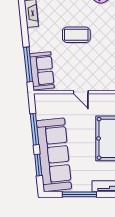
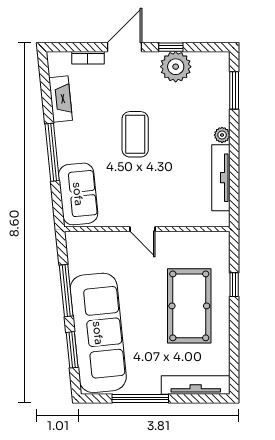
coffee table: (76, 35) -> (135, 134), turned 90
window: (28, 65) -> (52, 152), moved

